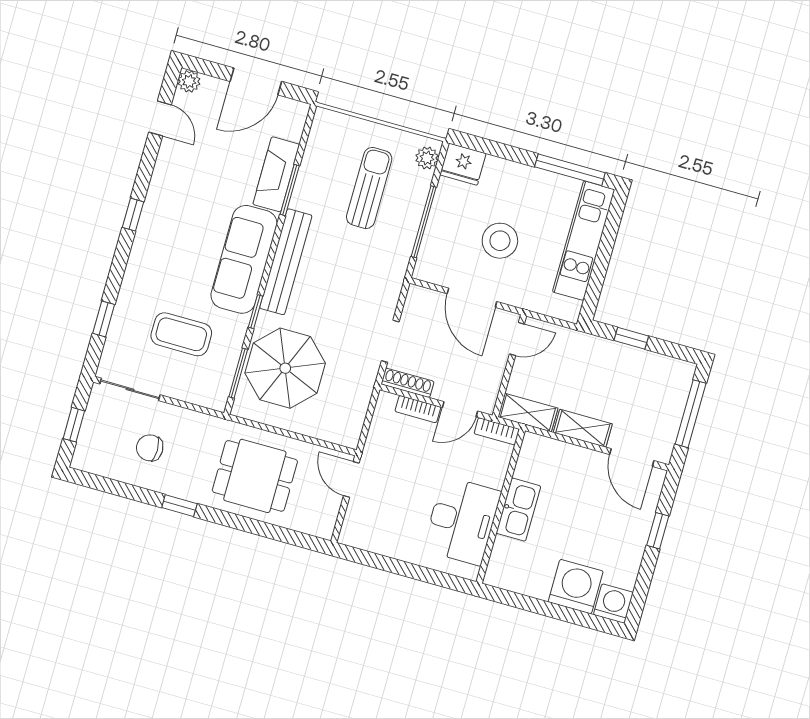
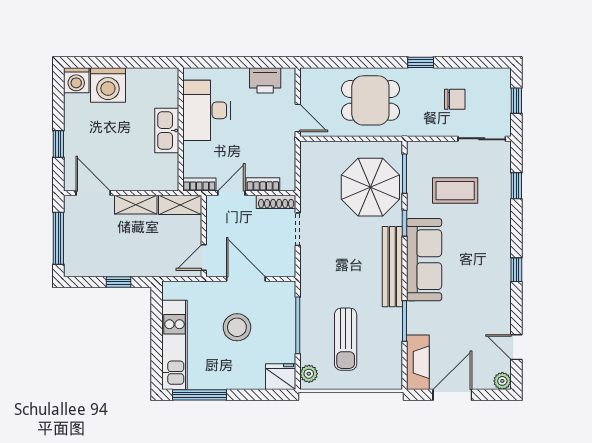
fireplace: (276, 174) -> (418, 362), moved
printer: (379, 537) -> (265, 80), added

